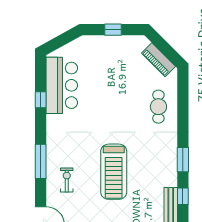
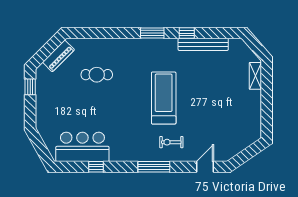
window: (113, 30) -> (30, 87), moved
cafe table: (158, 107) -> (97, 75), moved
treadmill: (114, 172) -> (164, 98), turned -90

